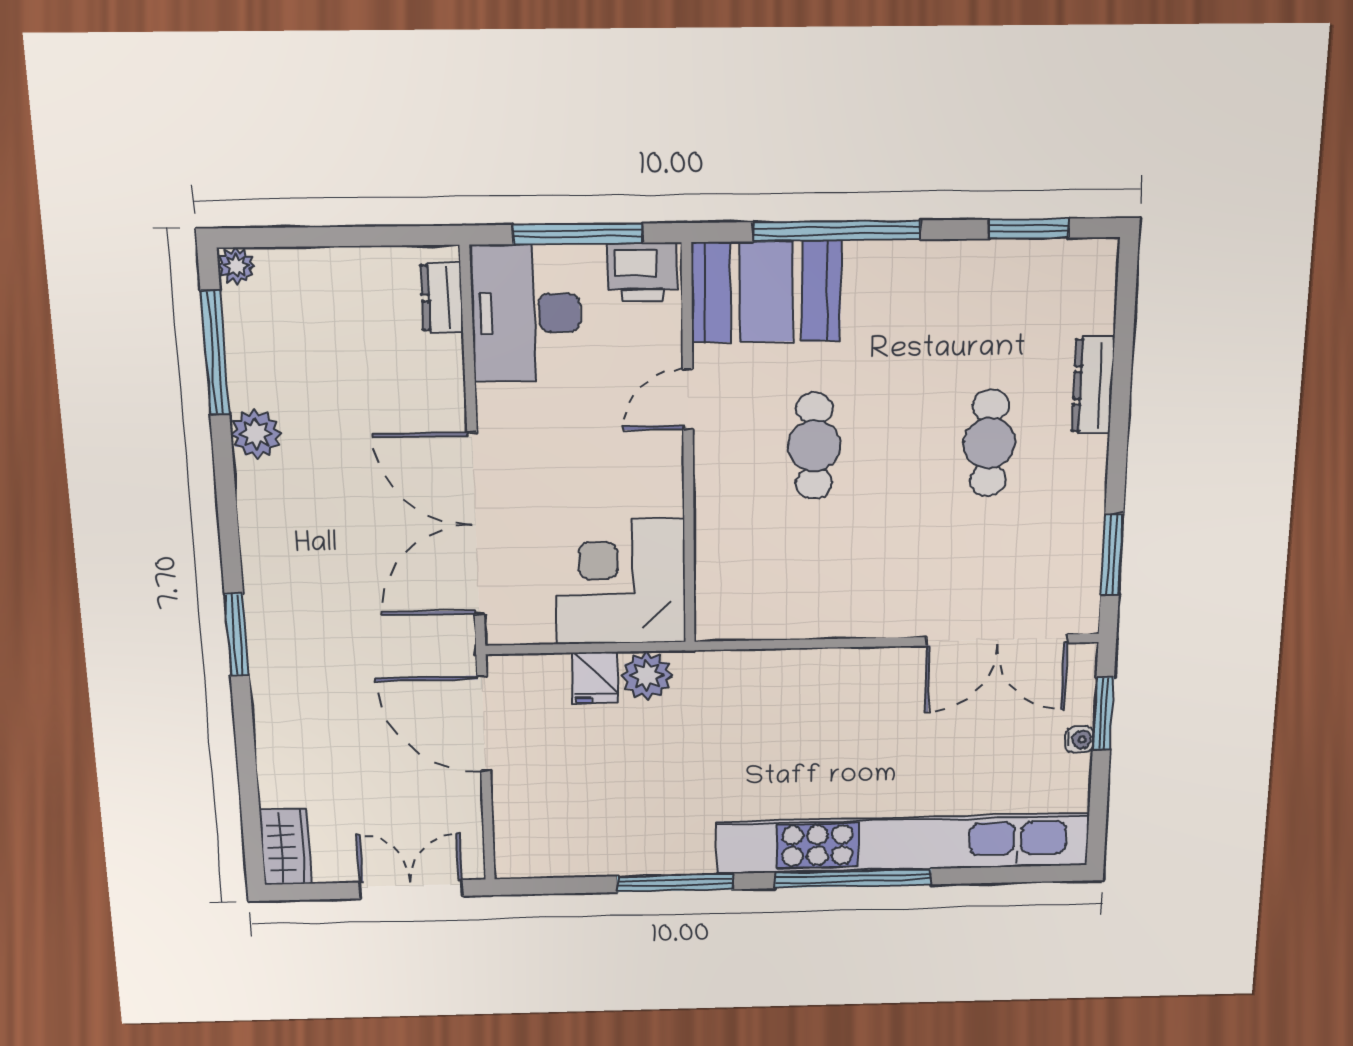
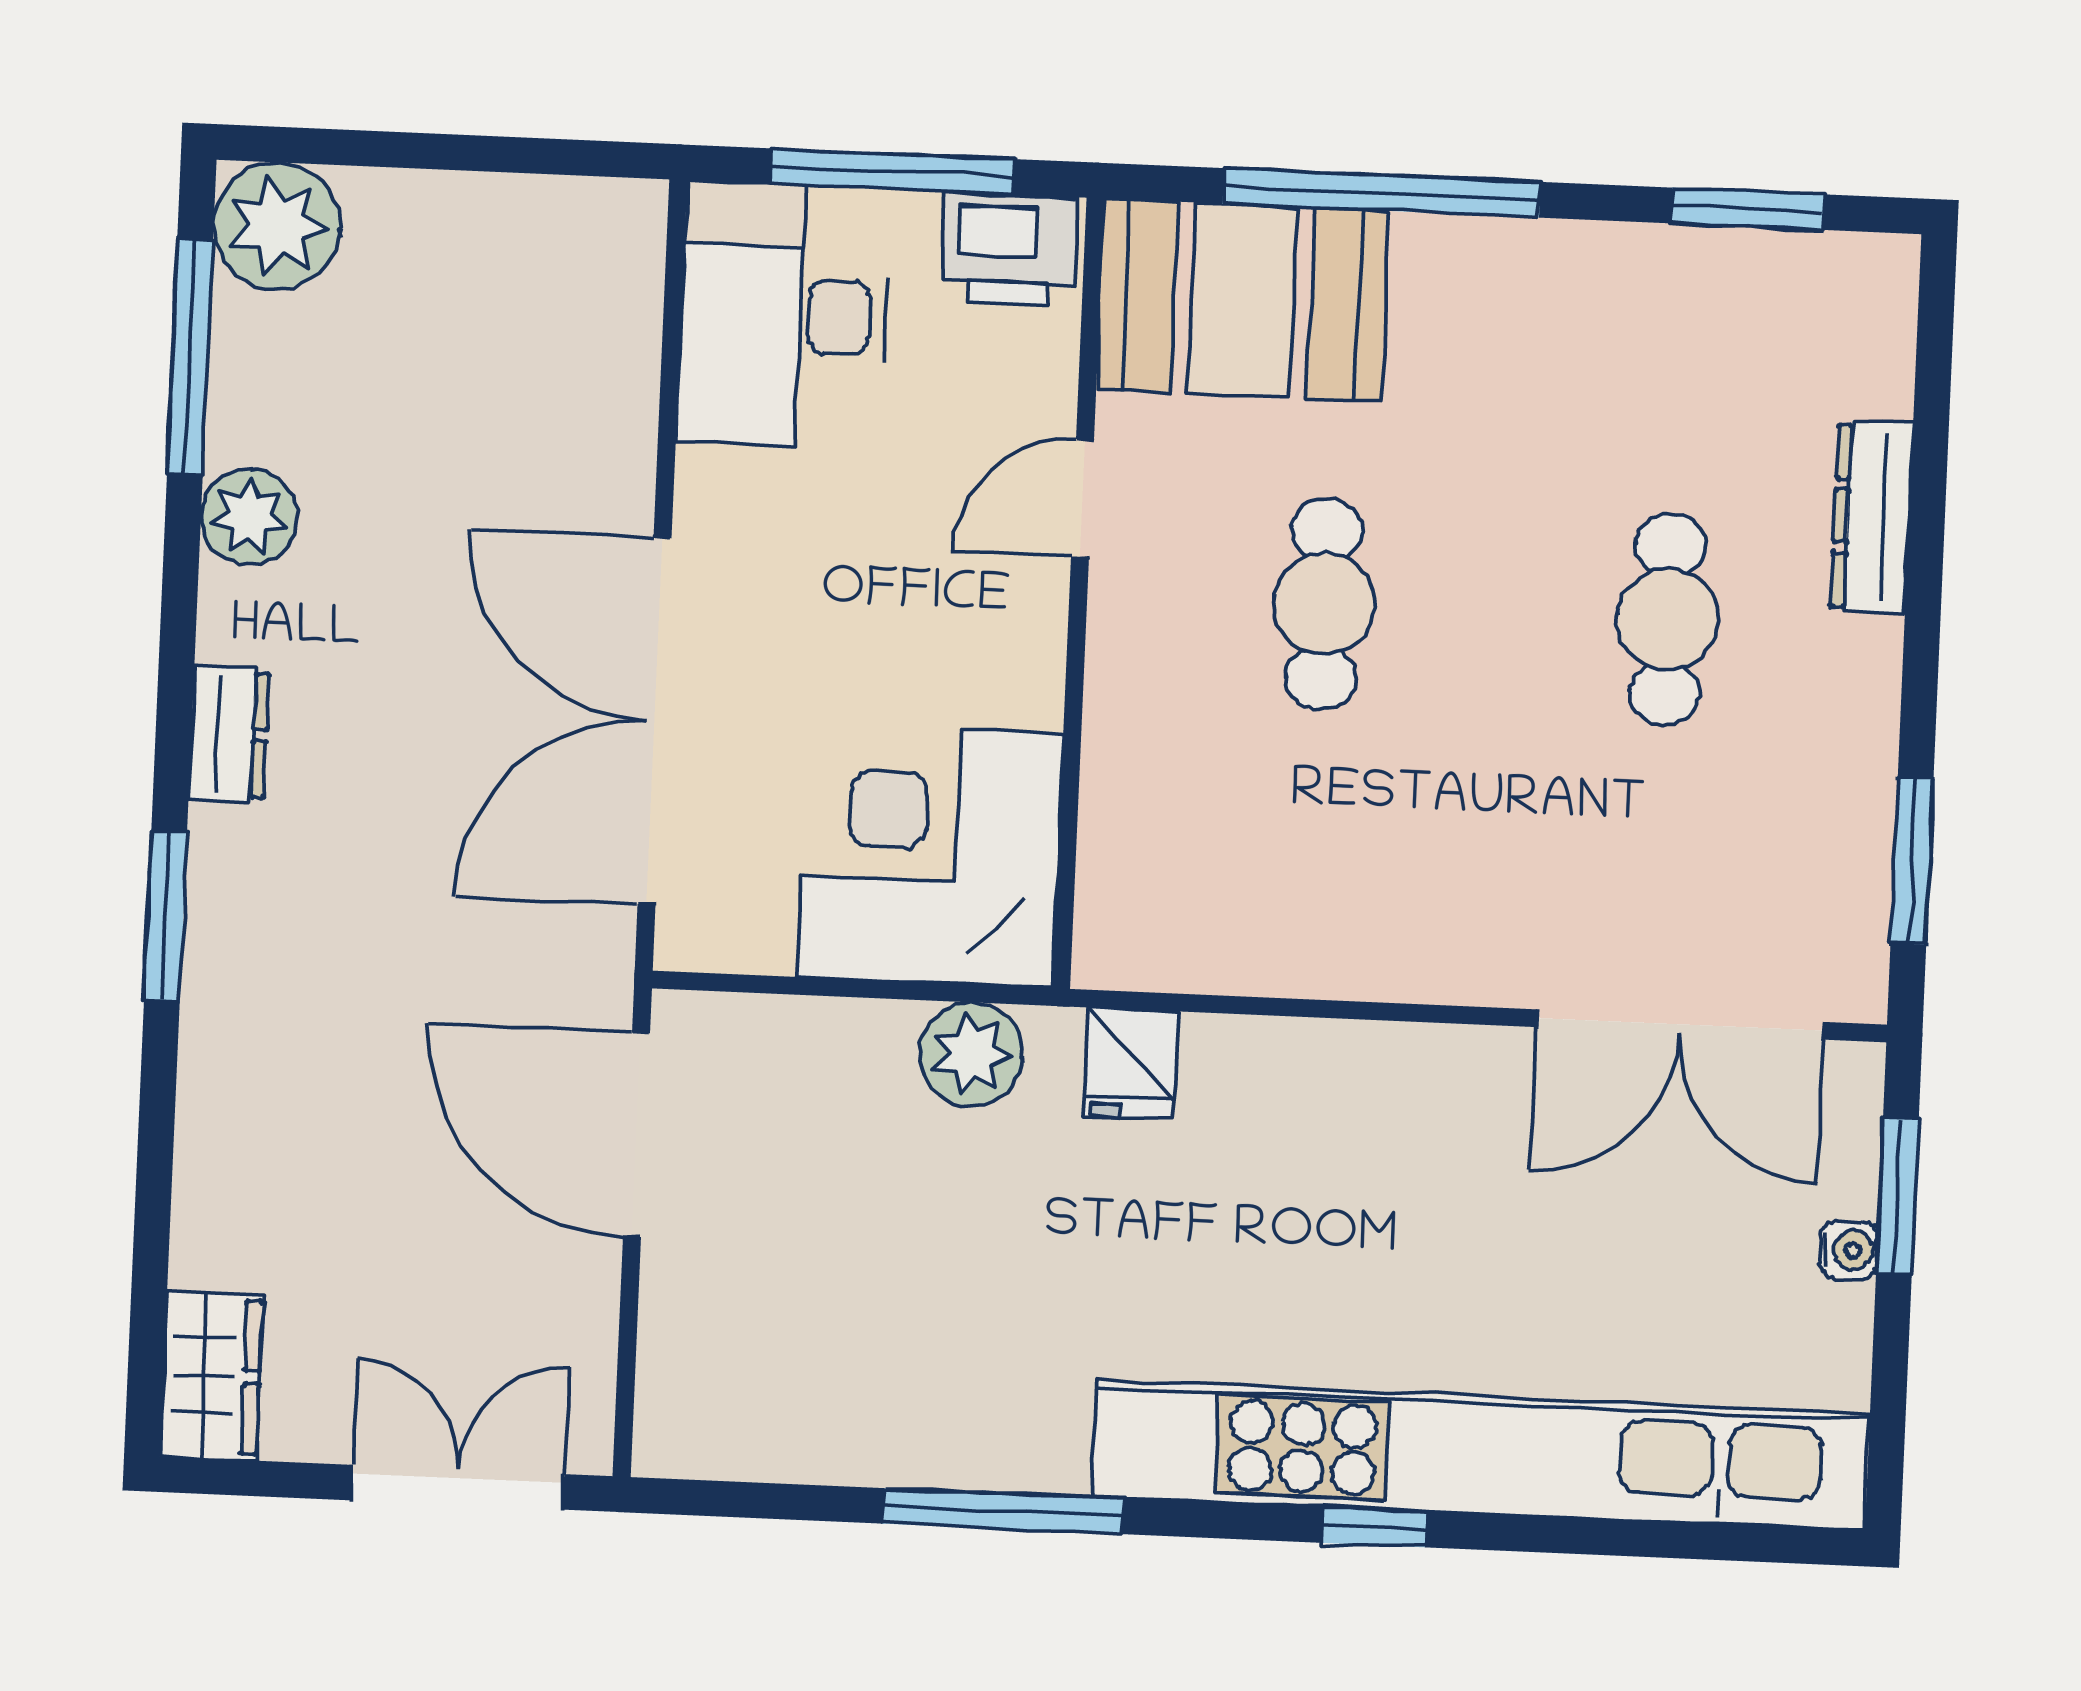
plant: (236, 266) -> (277, 226), width x1.88, depth x1.88
dresser: (442, 297) -> (229, 734), moved, turned 180
fridge: (595, 678) -> (1131, 1063), moved
window: (853, 878) -> (1374, 1527), width x0.32

